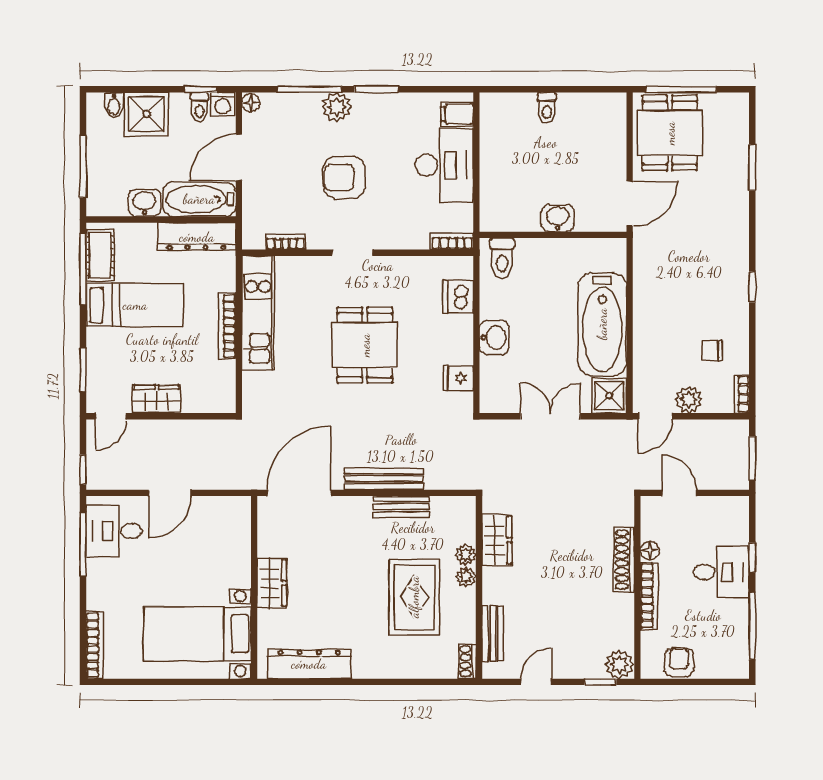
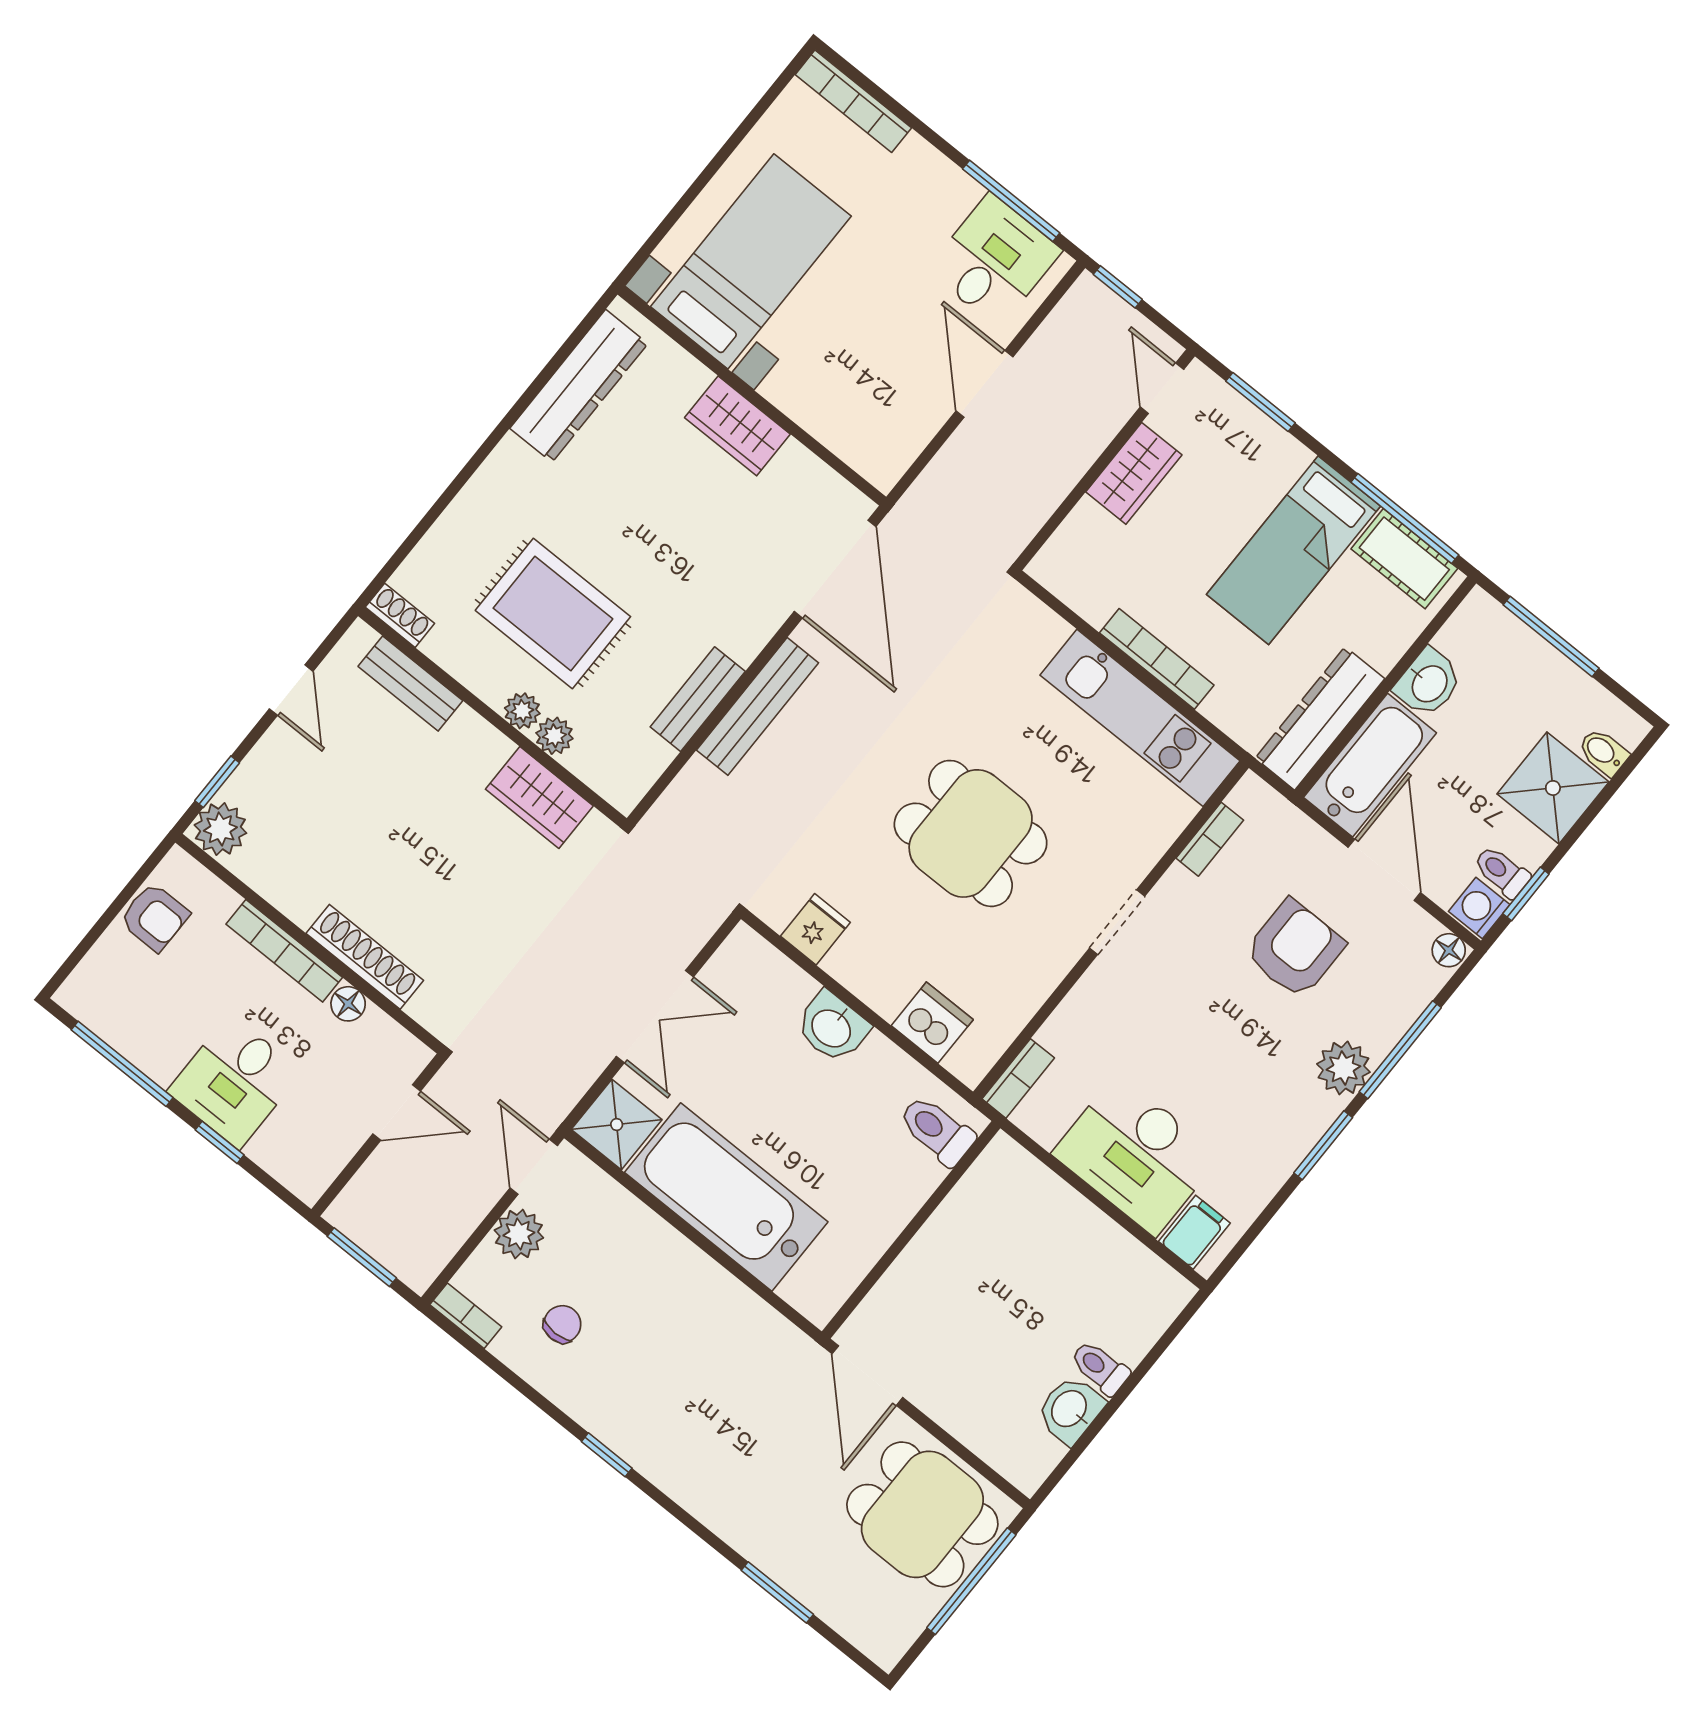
armchair: (344, 177) -> (1295, 949), moved
washbasin: (558, 218) -> (1070, 1410), moved, turned 180

